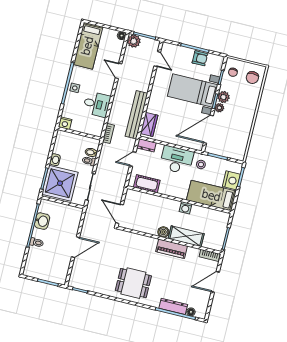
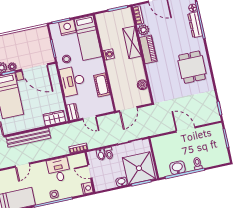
bench: (136, 115) -> (28, 138), moved
door: (80, 134) -> (90, 172), added
cot: (147, 184) -> (102, 85), moved
door: (119, 214) -> (128, 109), moved
boiler: (163, 232) -> (142, 85), moved
plant: (193, 253) -> (143, 30), added

